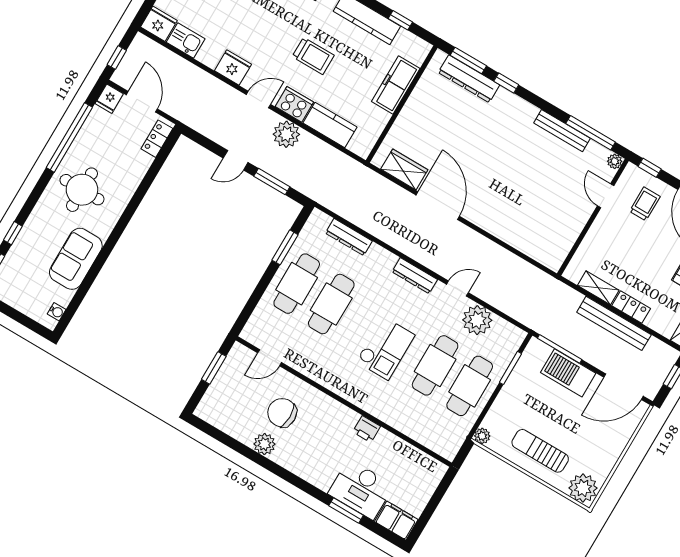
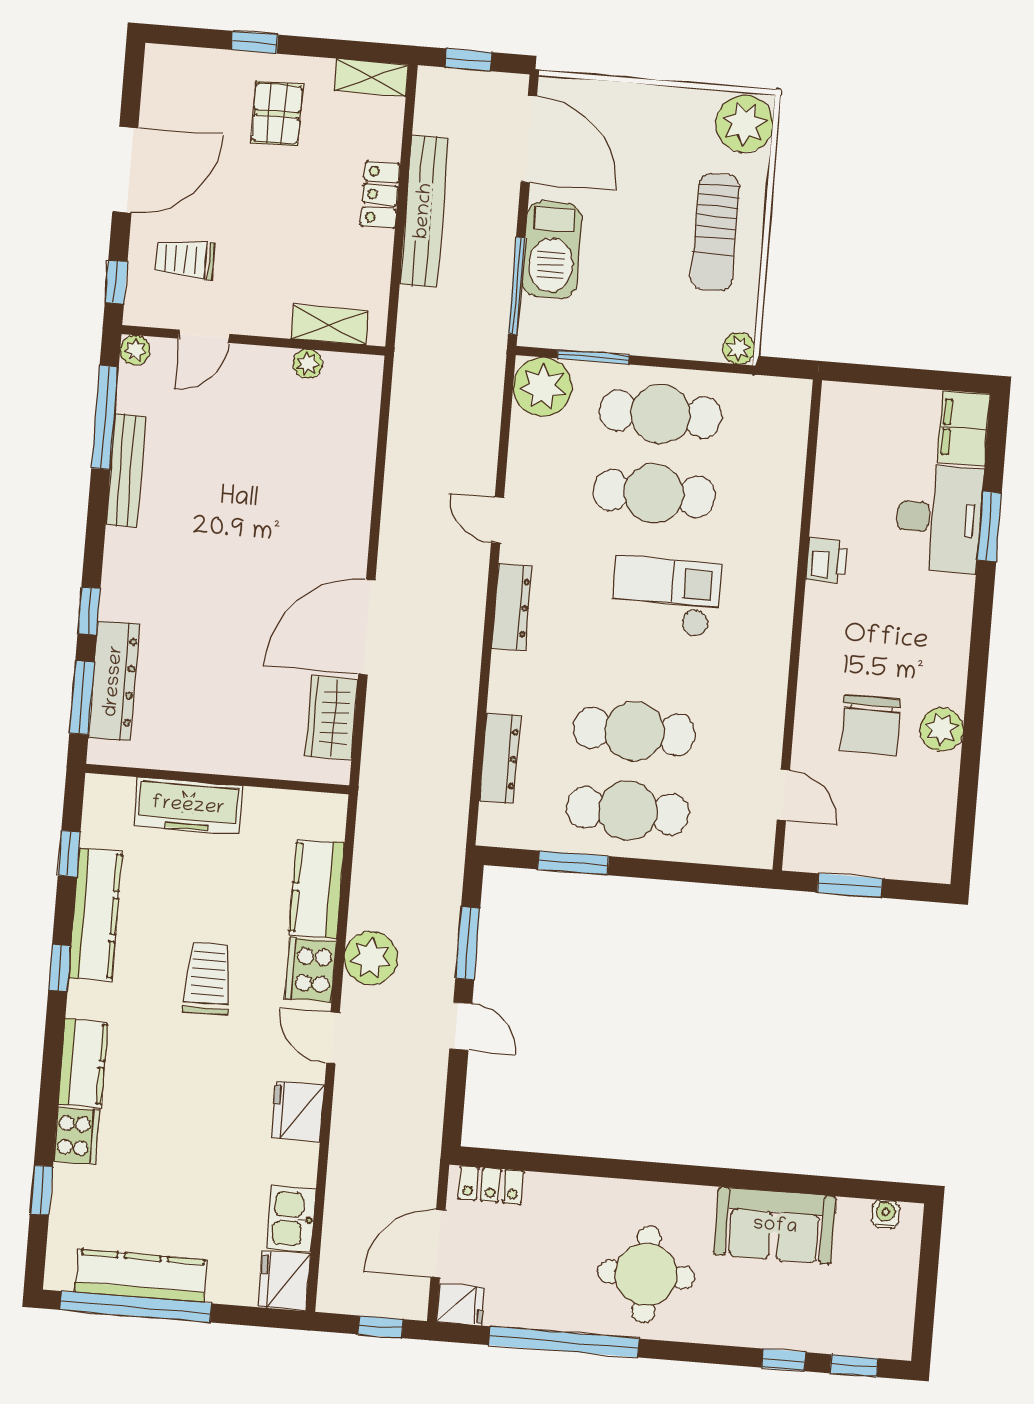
plant: (570, 237) -> (308, 364), added
shelving: (598, 288) -> (330, 325), moved, turned 90
plant: (477, 320) -> (543, 387), moved

